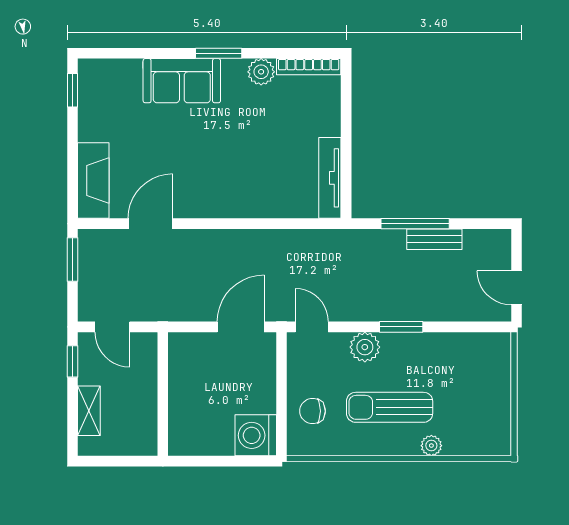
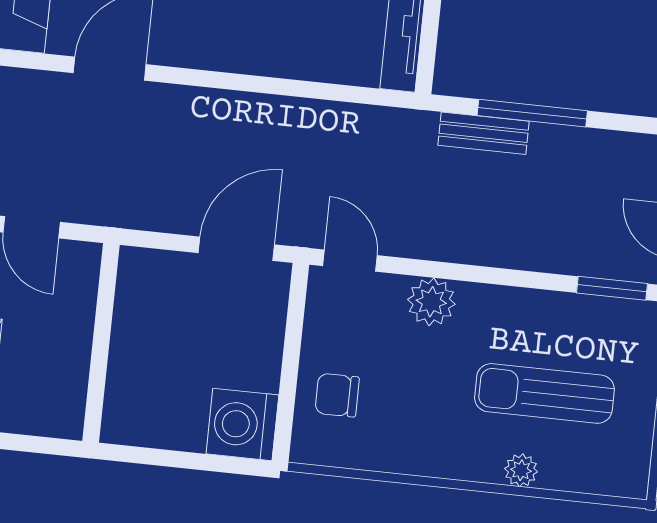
bench: (434, 239) -> (484, 133), moved
window: (401, 327) -> (612, 288), moved
sun lounger: (390, 407) -> (544, 393), moved

